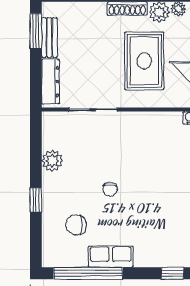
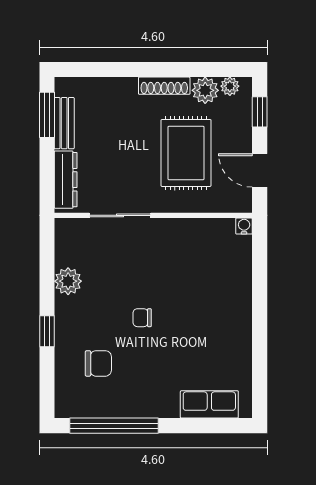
chair: (110, 189) -> (142, 318), turned 90
chair: (76, 225) -> (98, 363), turned 180
row of seats: (111, 257) -> (209, 404), moved
window: (172, 273) -> (222, 426), removed

